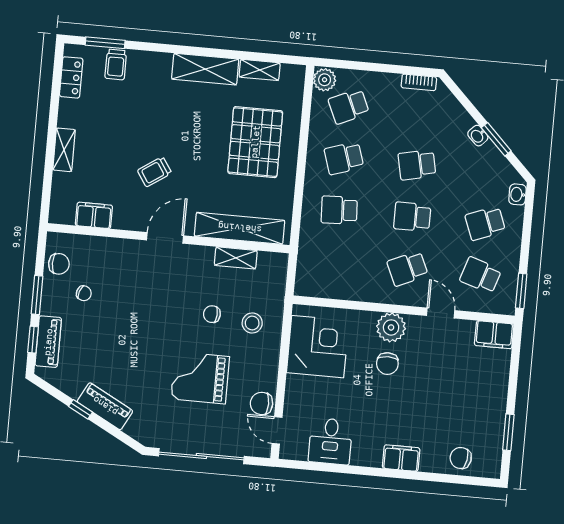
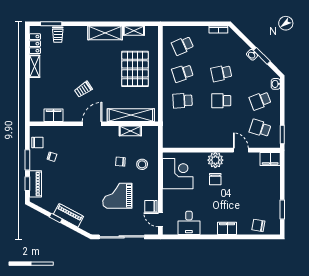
plant: (325, 80) -> (169, 33), removed
shelving: (64, 150) -> (35, 66), moved
school desk: (408, 269) -> (221, 128), removed

